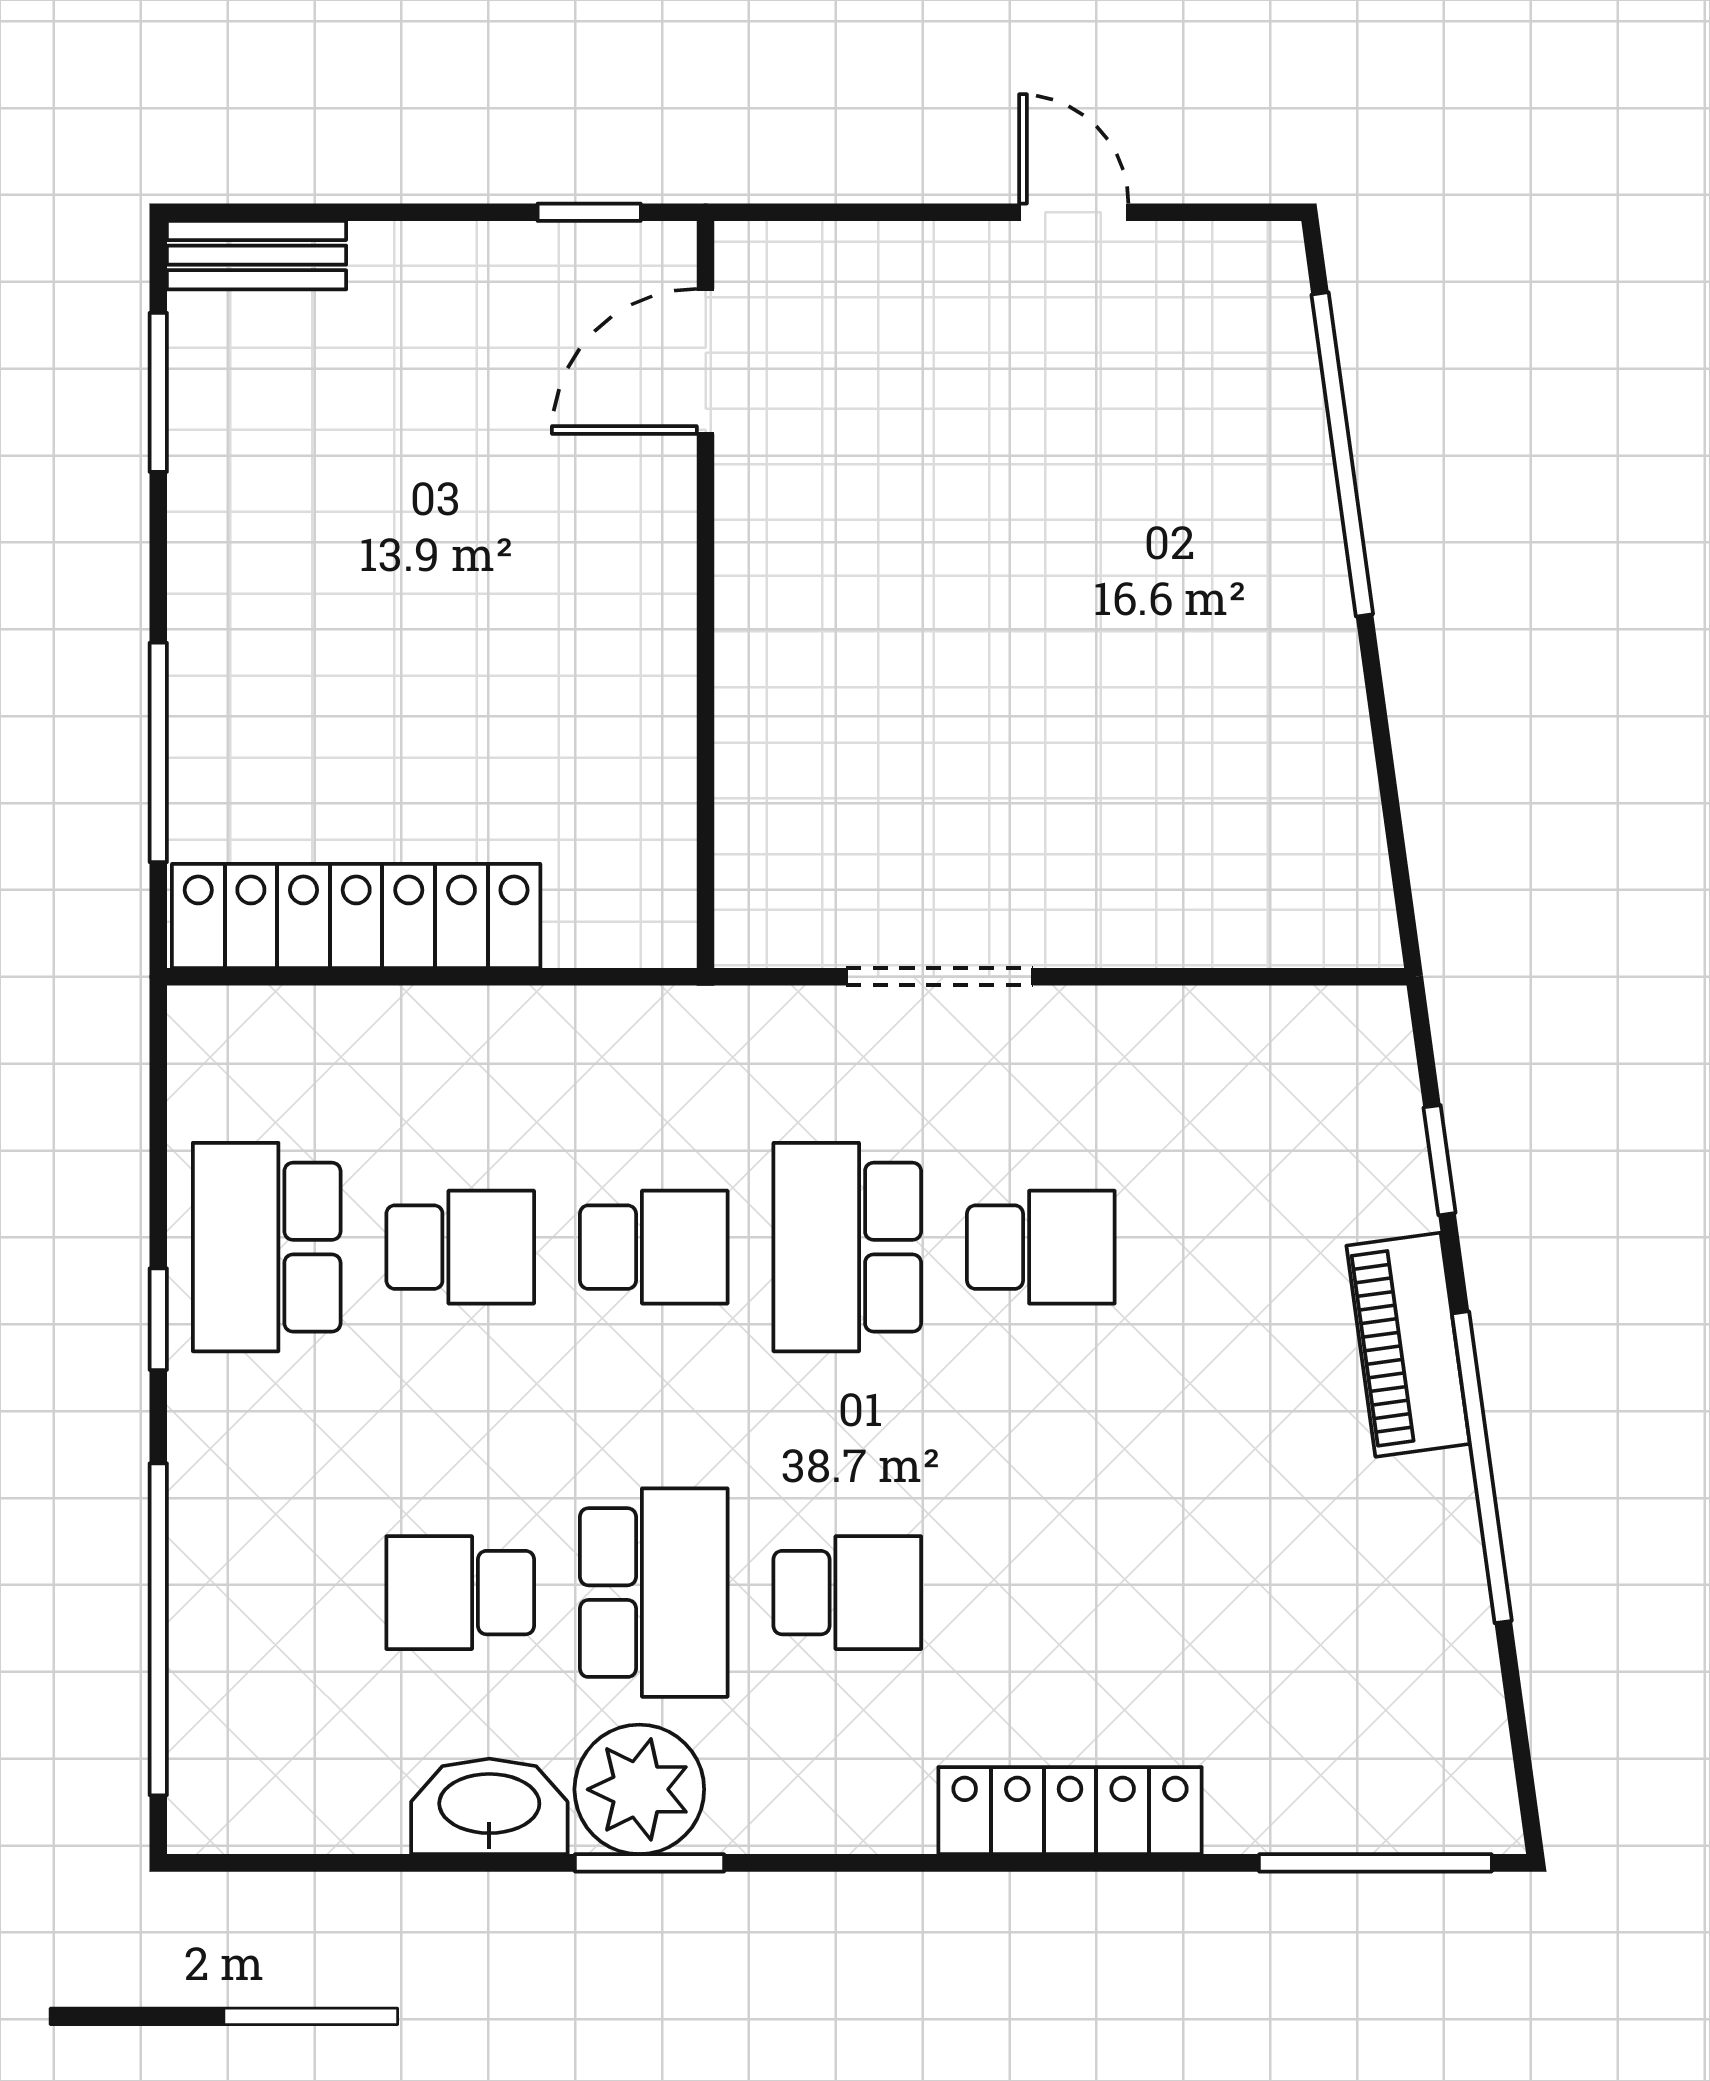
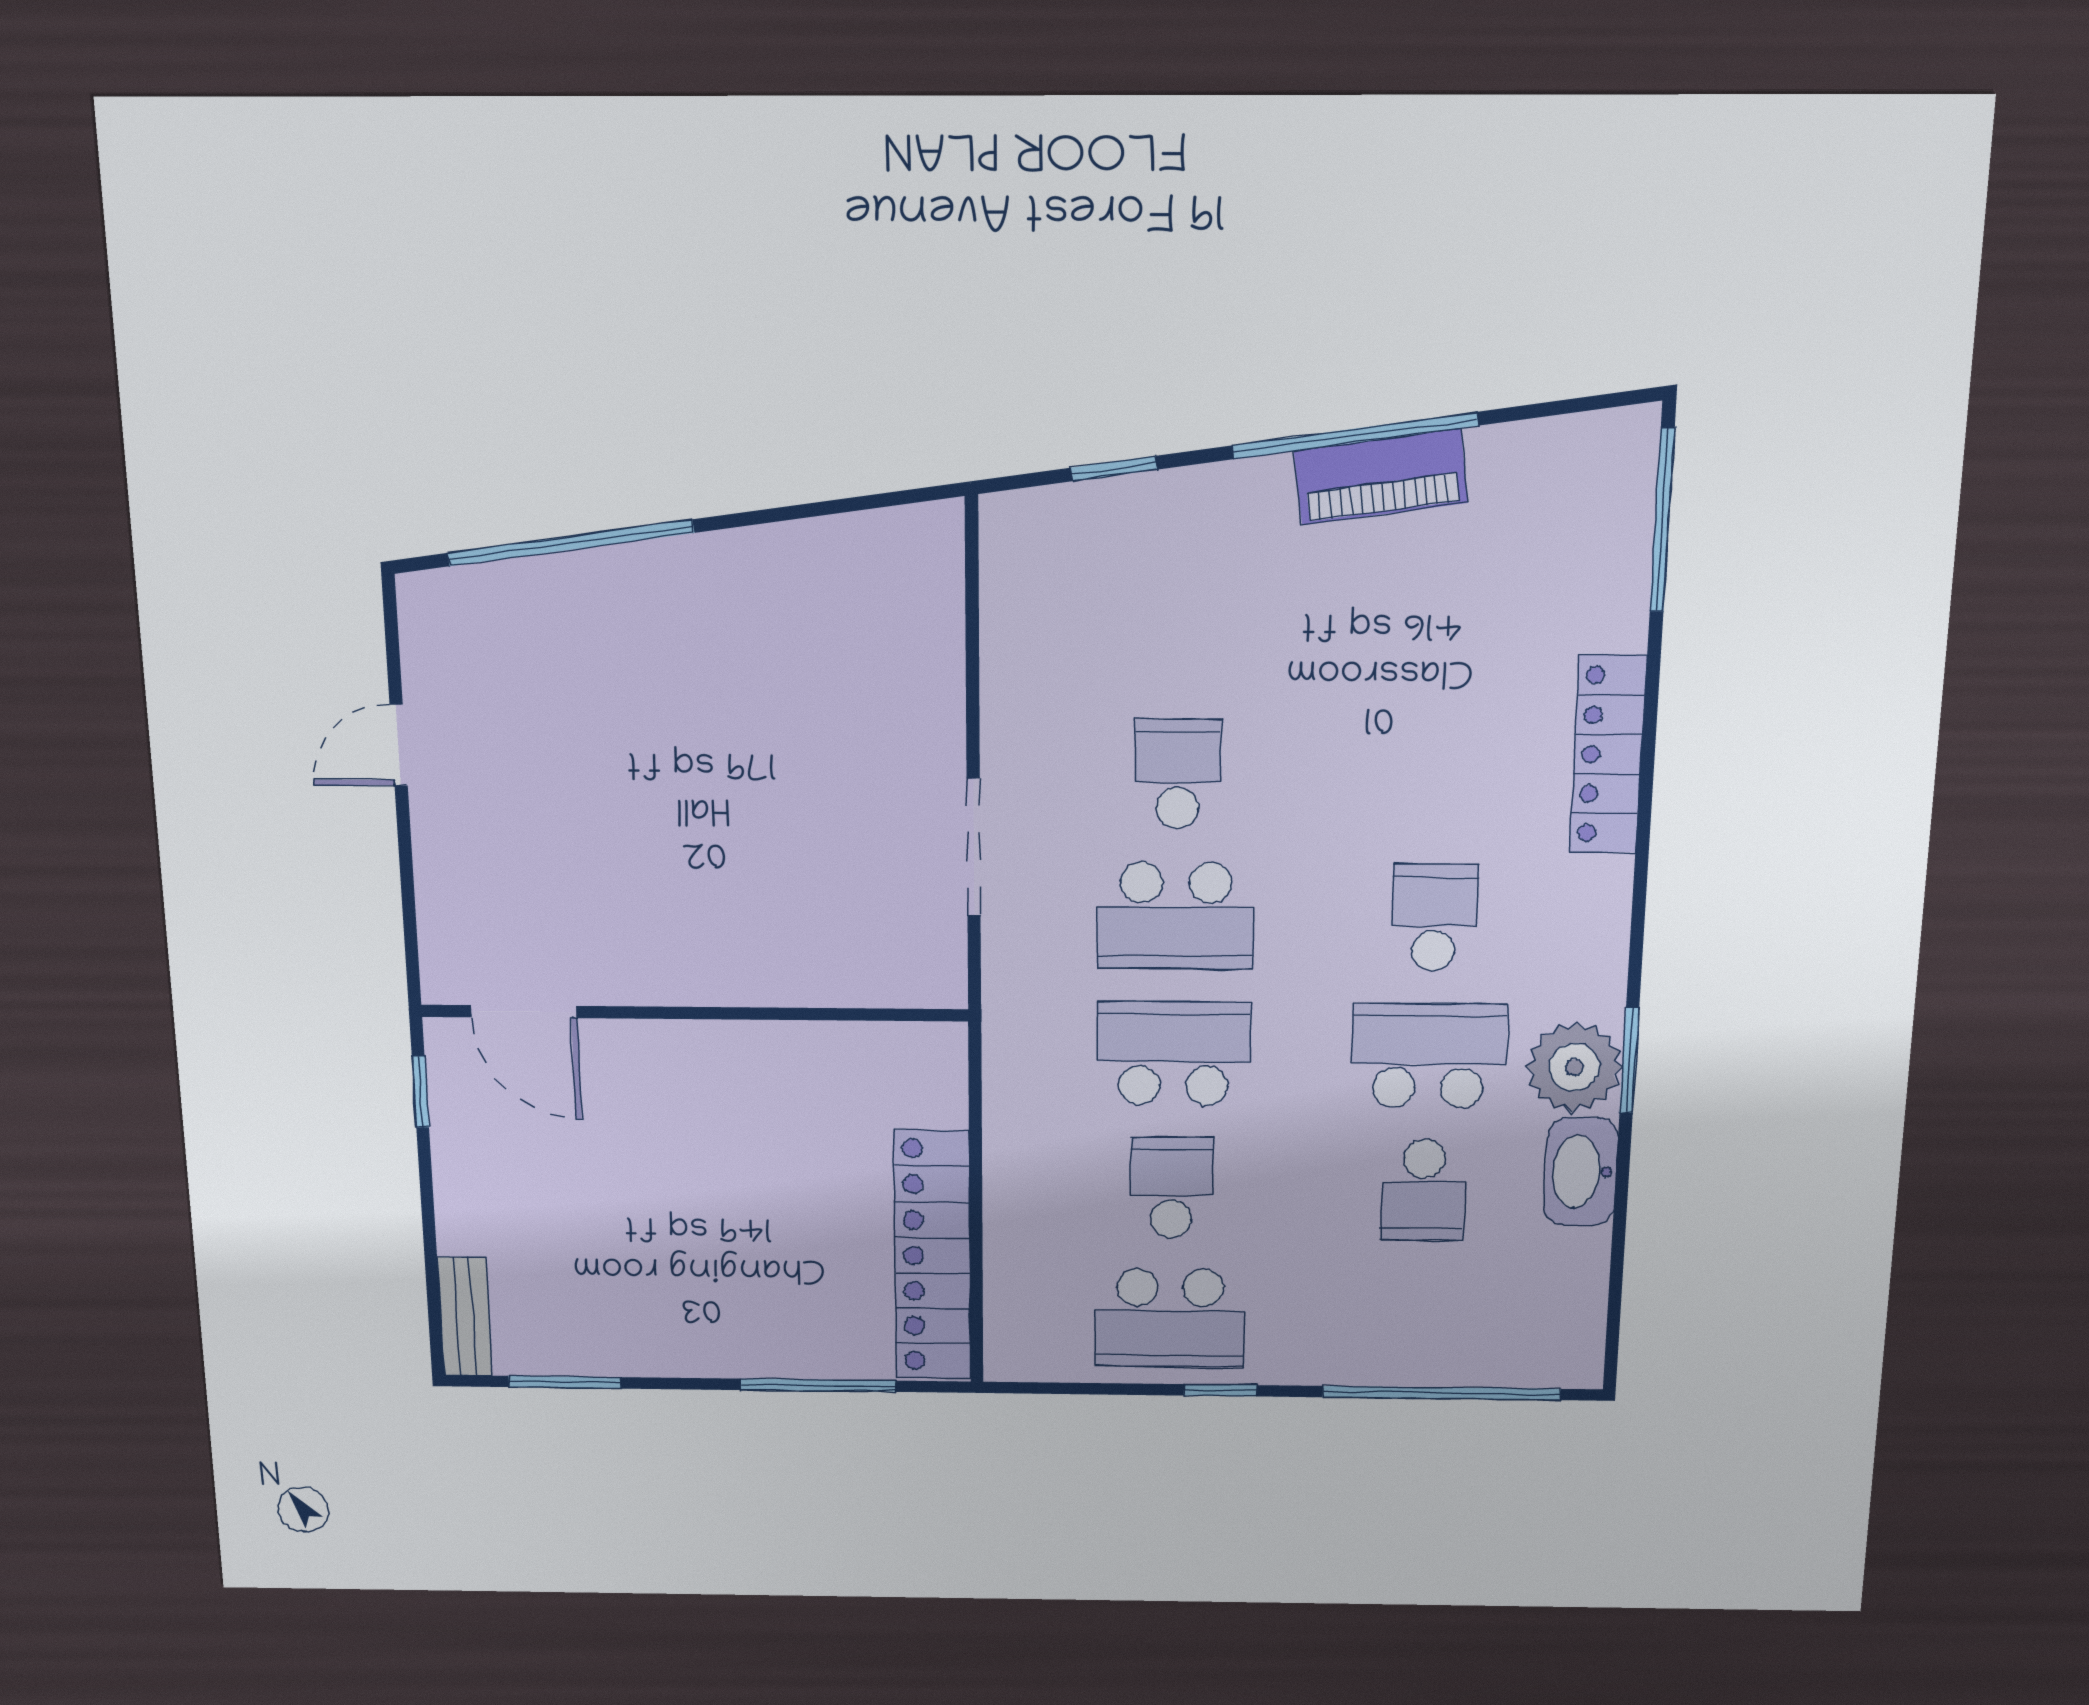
school desk: (654, 1247) -> (1174, 1054), width x1.85
piano: (1408, 1345) -> (1381, 477), moved

